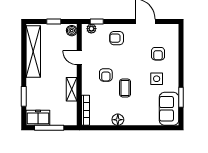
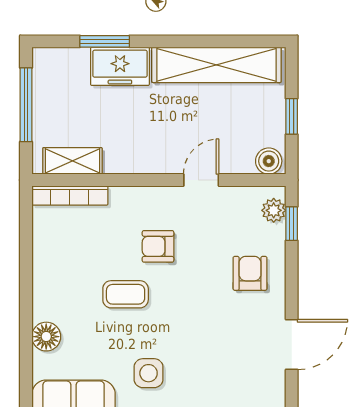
armchair: (158, 54) -> (211, 377), removed
shelving: (72, 89) -> (72, 161), moved
freezer: (38, 118) -> (120, 66), moved, turned 90
floor lamp: (118, 120) -> (46, 337), moved

